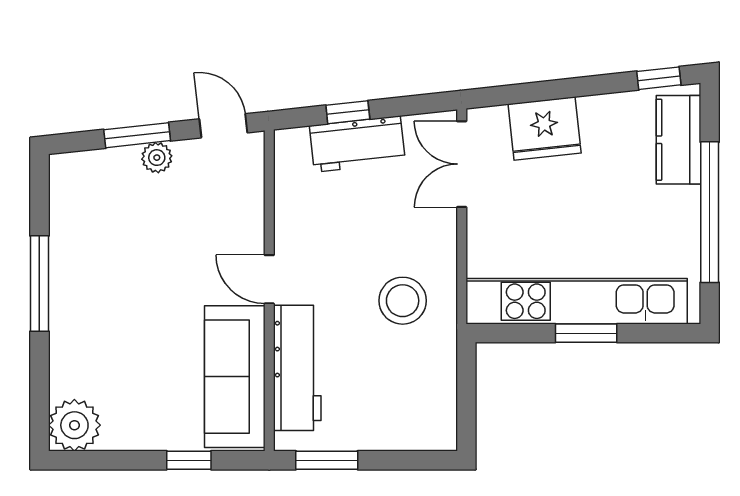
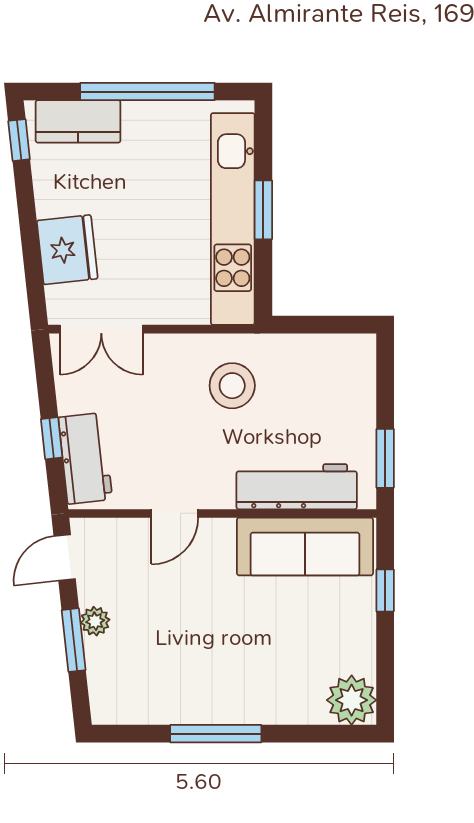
workbench: (357, 144) -> (85, 458), moved
door: (269, 279) -> (175, 513), moved

